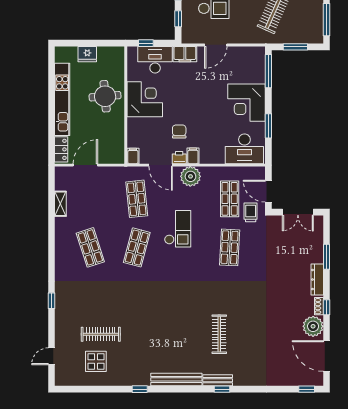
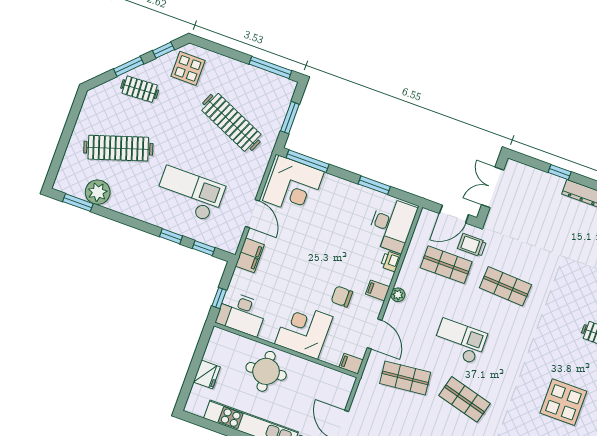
desk: (155, 60) -> (242, 314), moved, turned -90
corner desk: (145, 99) -> (304, 330), moved
corner desk: (246, 103) -> (293, 186), moved
printer: (179, 158) -> (391, 261), moved
door: (161, 165) -> (374, 334), hinge flipped
plant: (190, 176) -> (398, 295), width x0.53, depth x0.53
double door: (298, 212) -> (493, 187), swing flipped
window: (326, 257) -> (560, 172), width x0.67
display table: (161, 320) -> (563, 402), added

